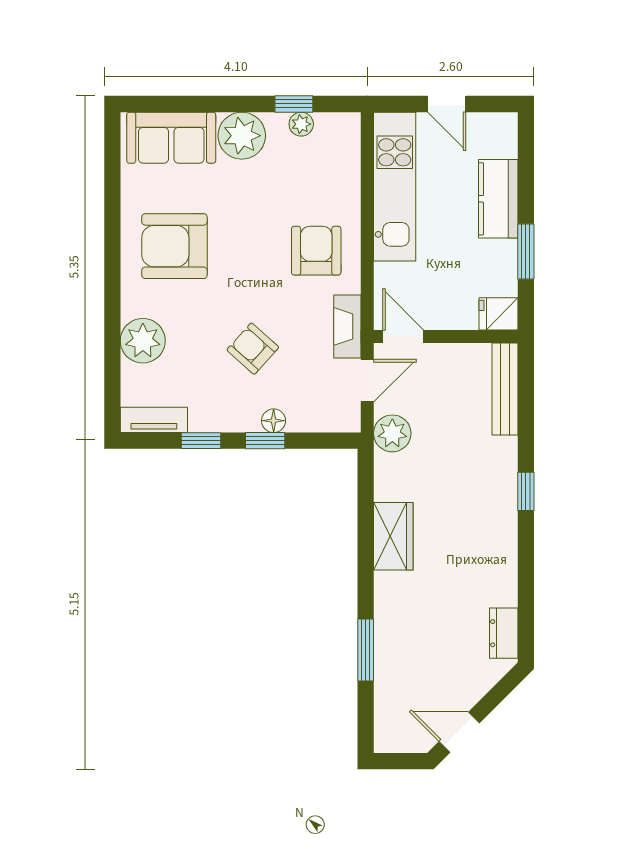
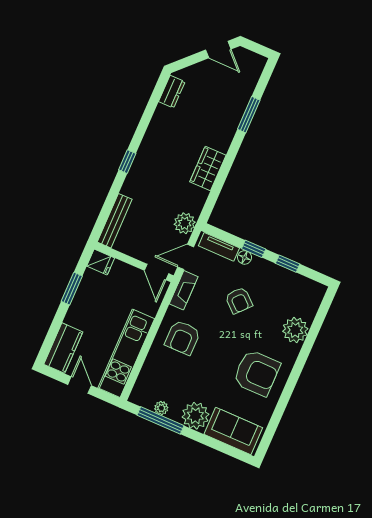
window: (294, 104) -> (160, 420), width x2.17
kitchen counter: (498, 199) -> (63, 348), moved
tv unit: (154, 420) -> (219, 247), moved

